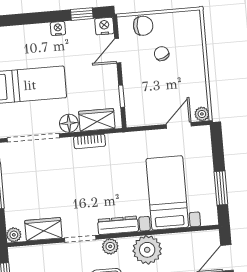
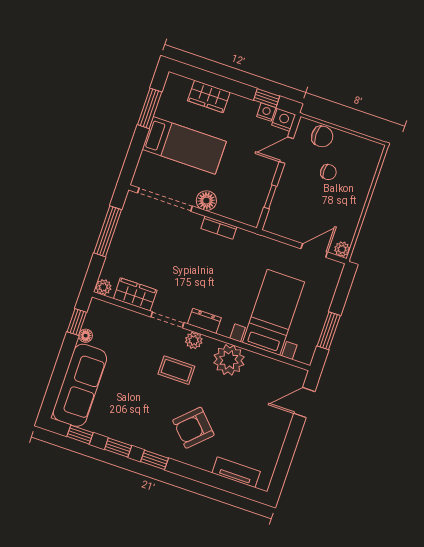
nightstand: (58, 28) -> (266, 112), moved
chair: (162, 54) -> (328, 172), turned 112
wardrobe: (97, 120) -> (209, 96), moved, turned 180
dresser: (118, 225) -> (204, 321), width x0.70

